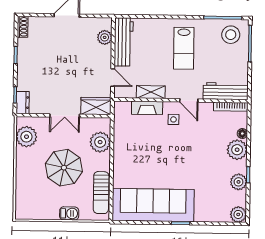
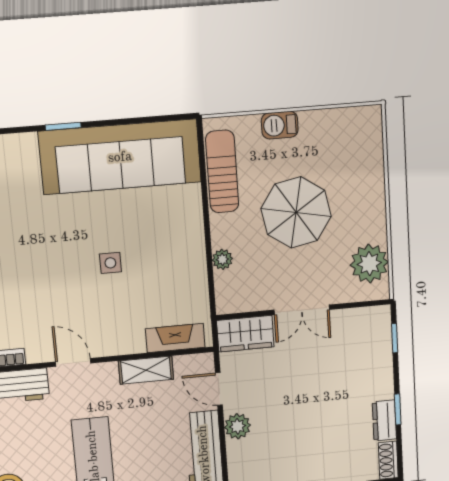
plant: (105, 37) -> (238, 426), moved
dresser: (23, 103) -> (384, 420), moved
fireplace: (147, 108) -> (175, 338), moved
double door: (65, 116) -> (302, 310), swing flipped
side table: (173, 119) -> (110, 263), moved
plant: (100, 142) -> (222, 259), width x0.53, depth x0.53

